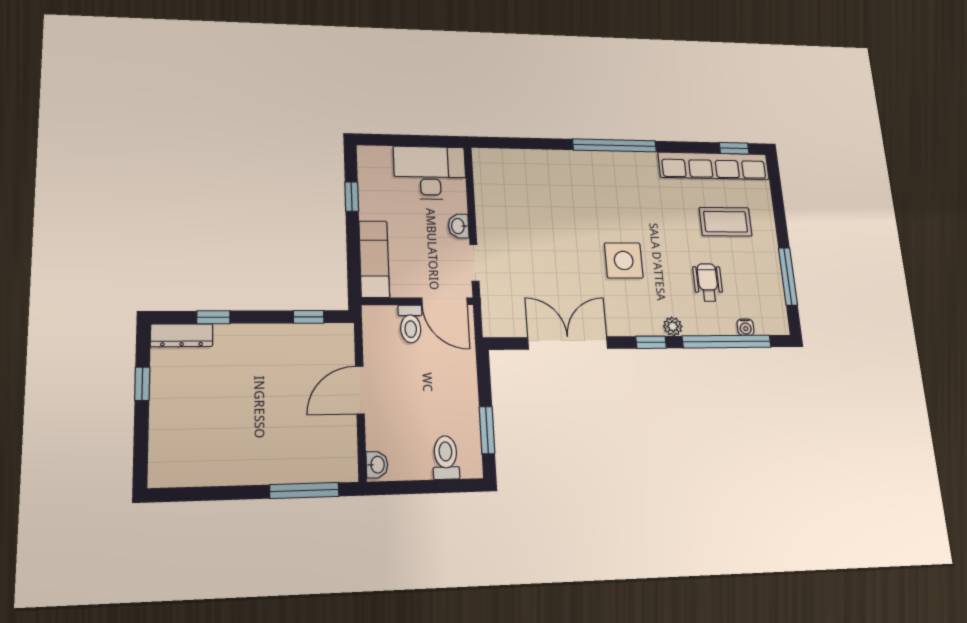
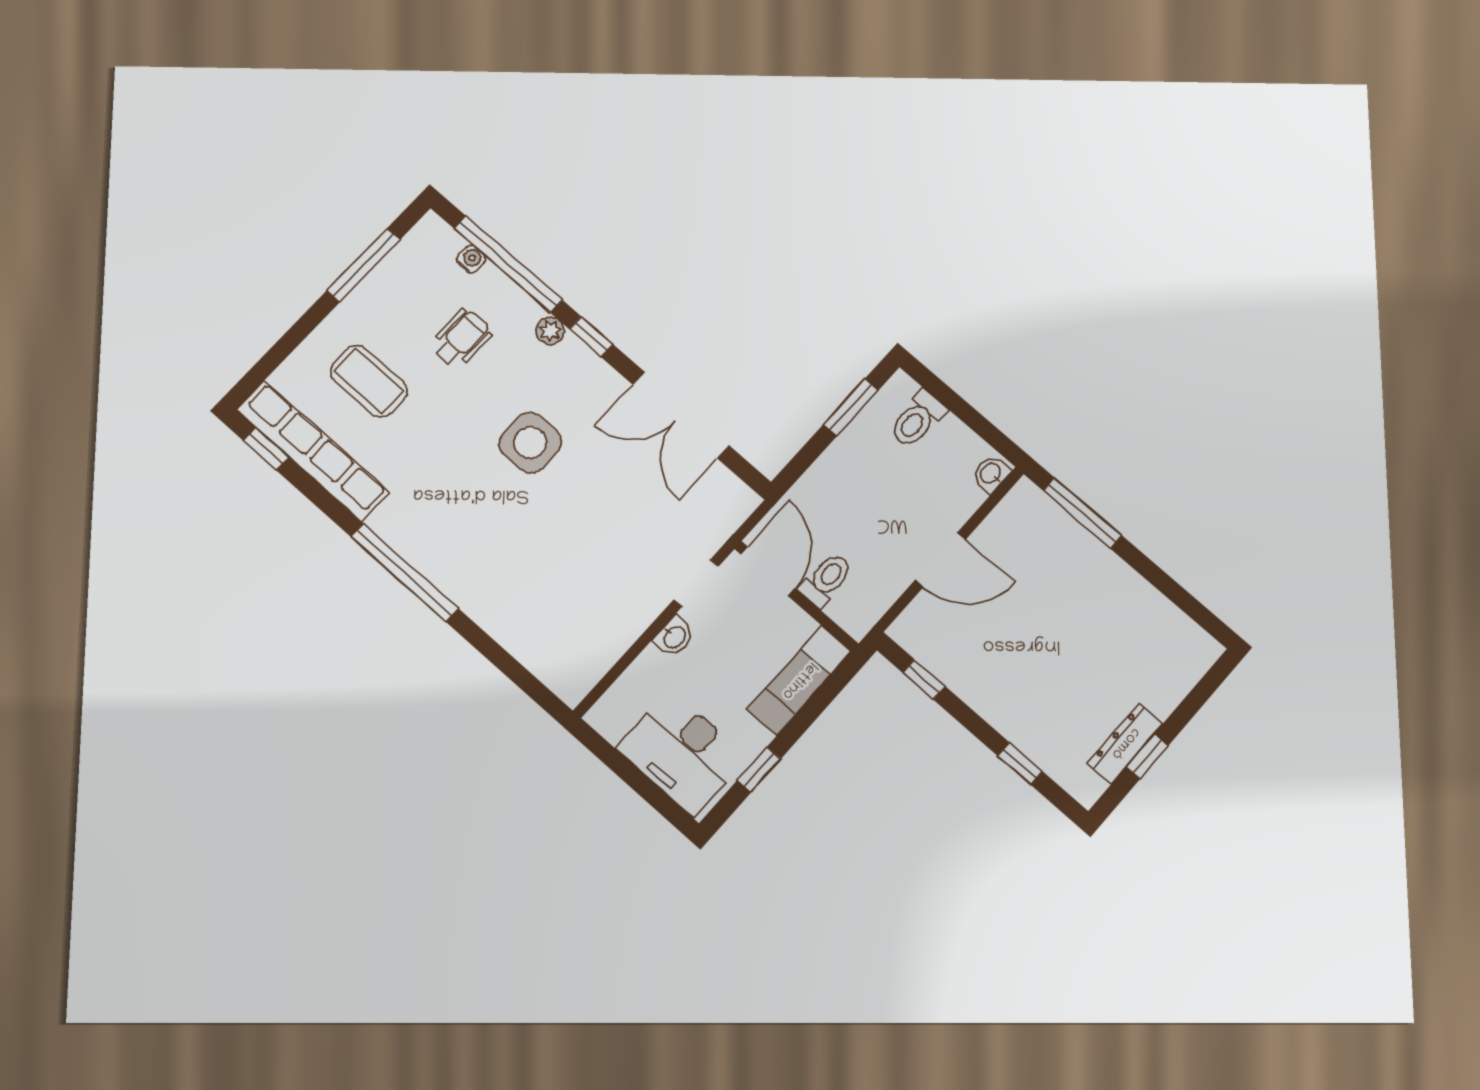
desk: (430, 173) -> (682, 753), moved
wheelchair: (708, 282) -> (461, 339), turned 180
dresser: (182, 335) -> (1125, 743), moved, turned -90

